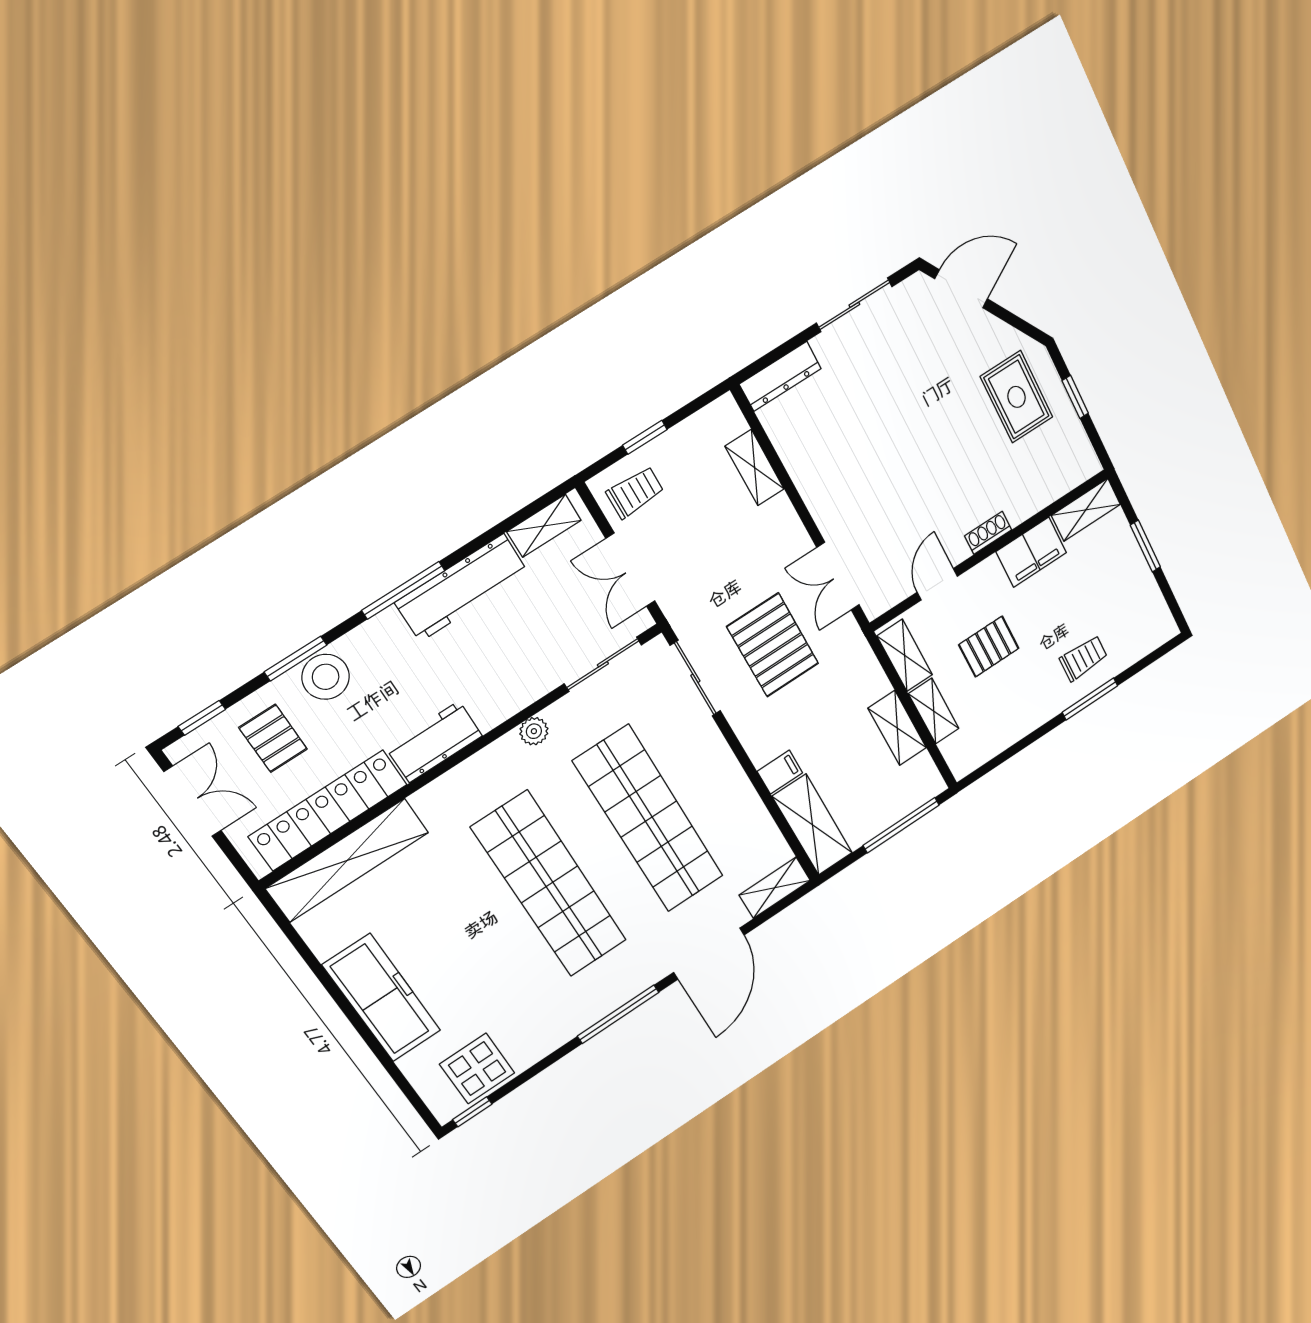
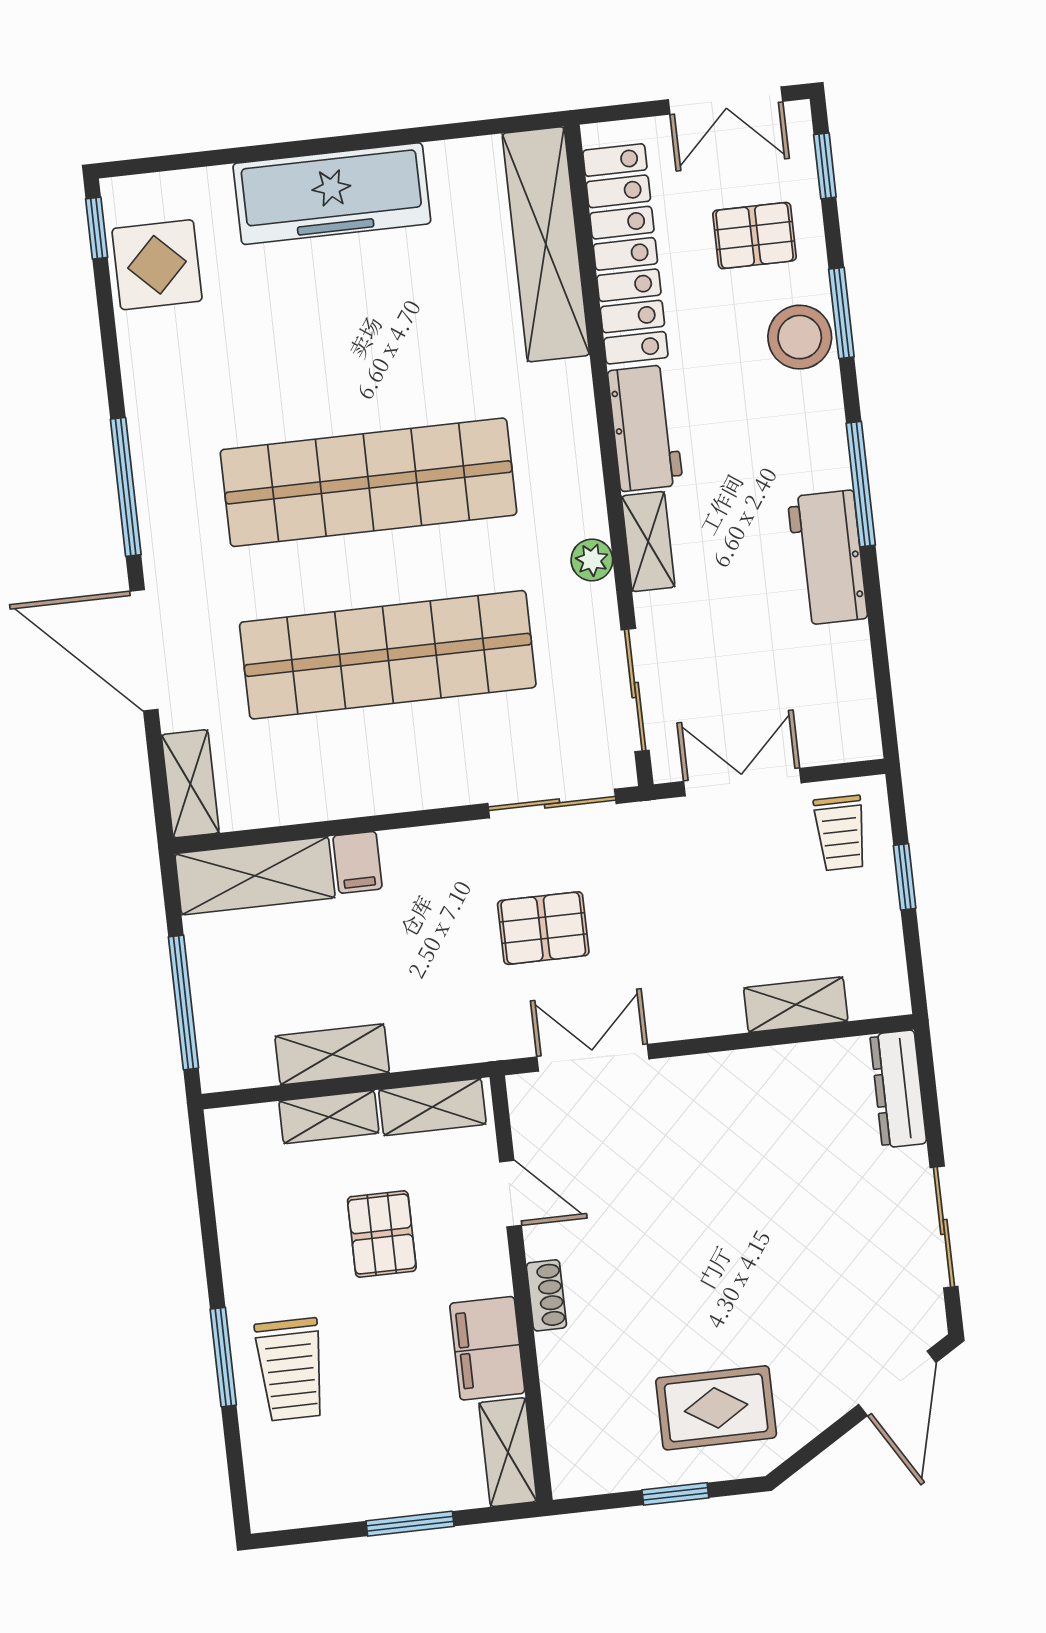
shelving: (544, 526) -> (648, 542), moved
workbench: (462, 588) -> (827, 558), width x0.73
pallet: (773, 645) -> (543, 928), width x0.67, depth x0.71
trolley: (1083, 658) -> (291, 1369), width x1.36, depth x1.39

